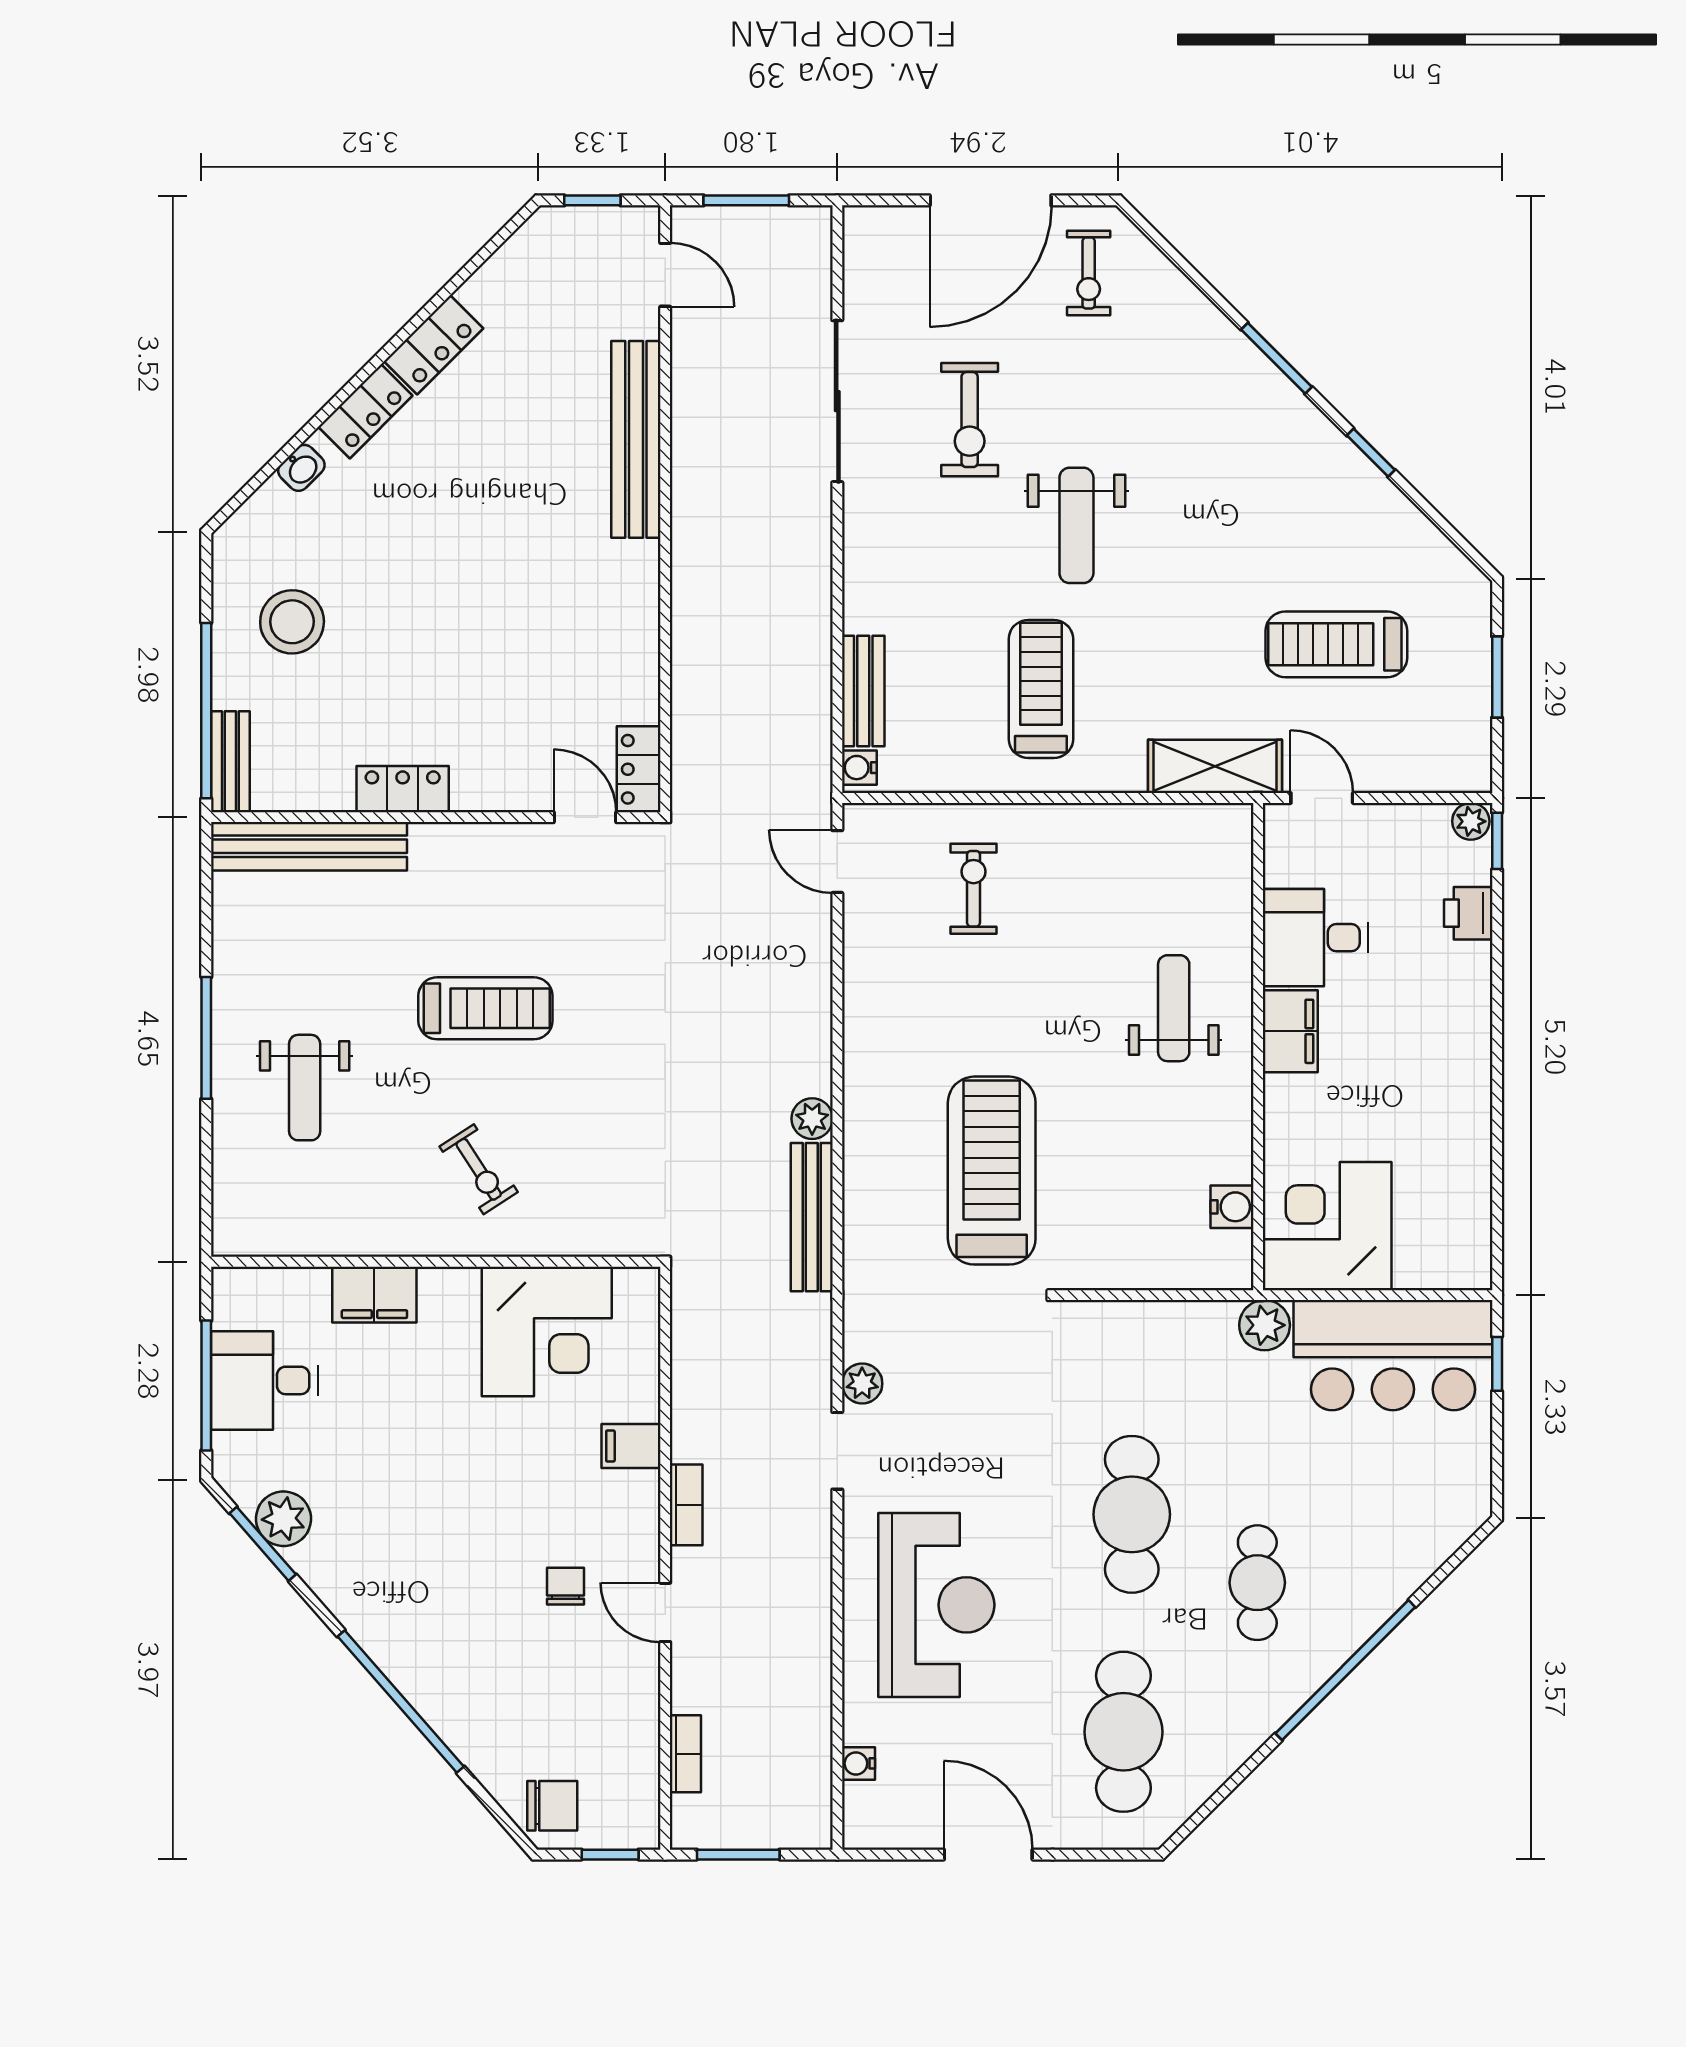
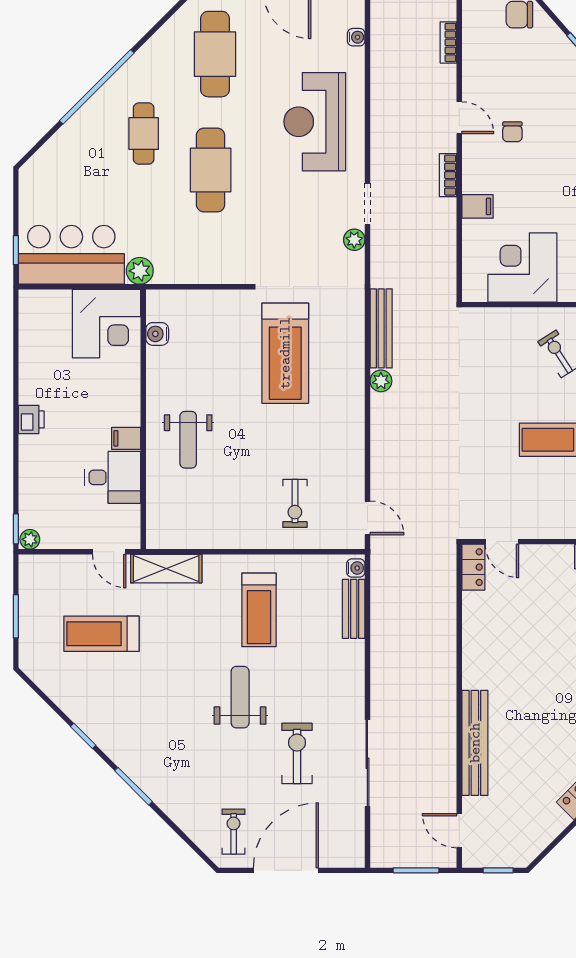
treadmill: (1336, 644) -> (102, 634), turned 180
printer: (1468, 913) -> (31, 419), moved
filing cabinet: (1290, 1031) -> (126, 438), width x0.50

